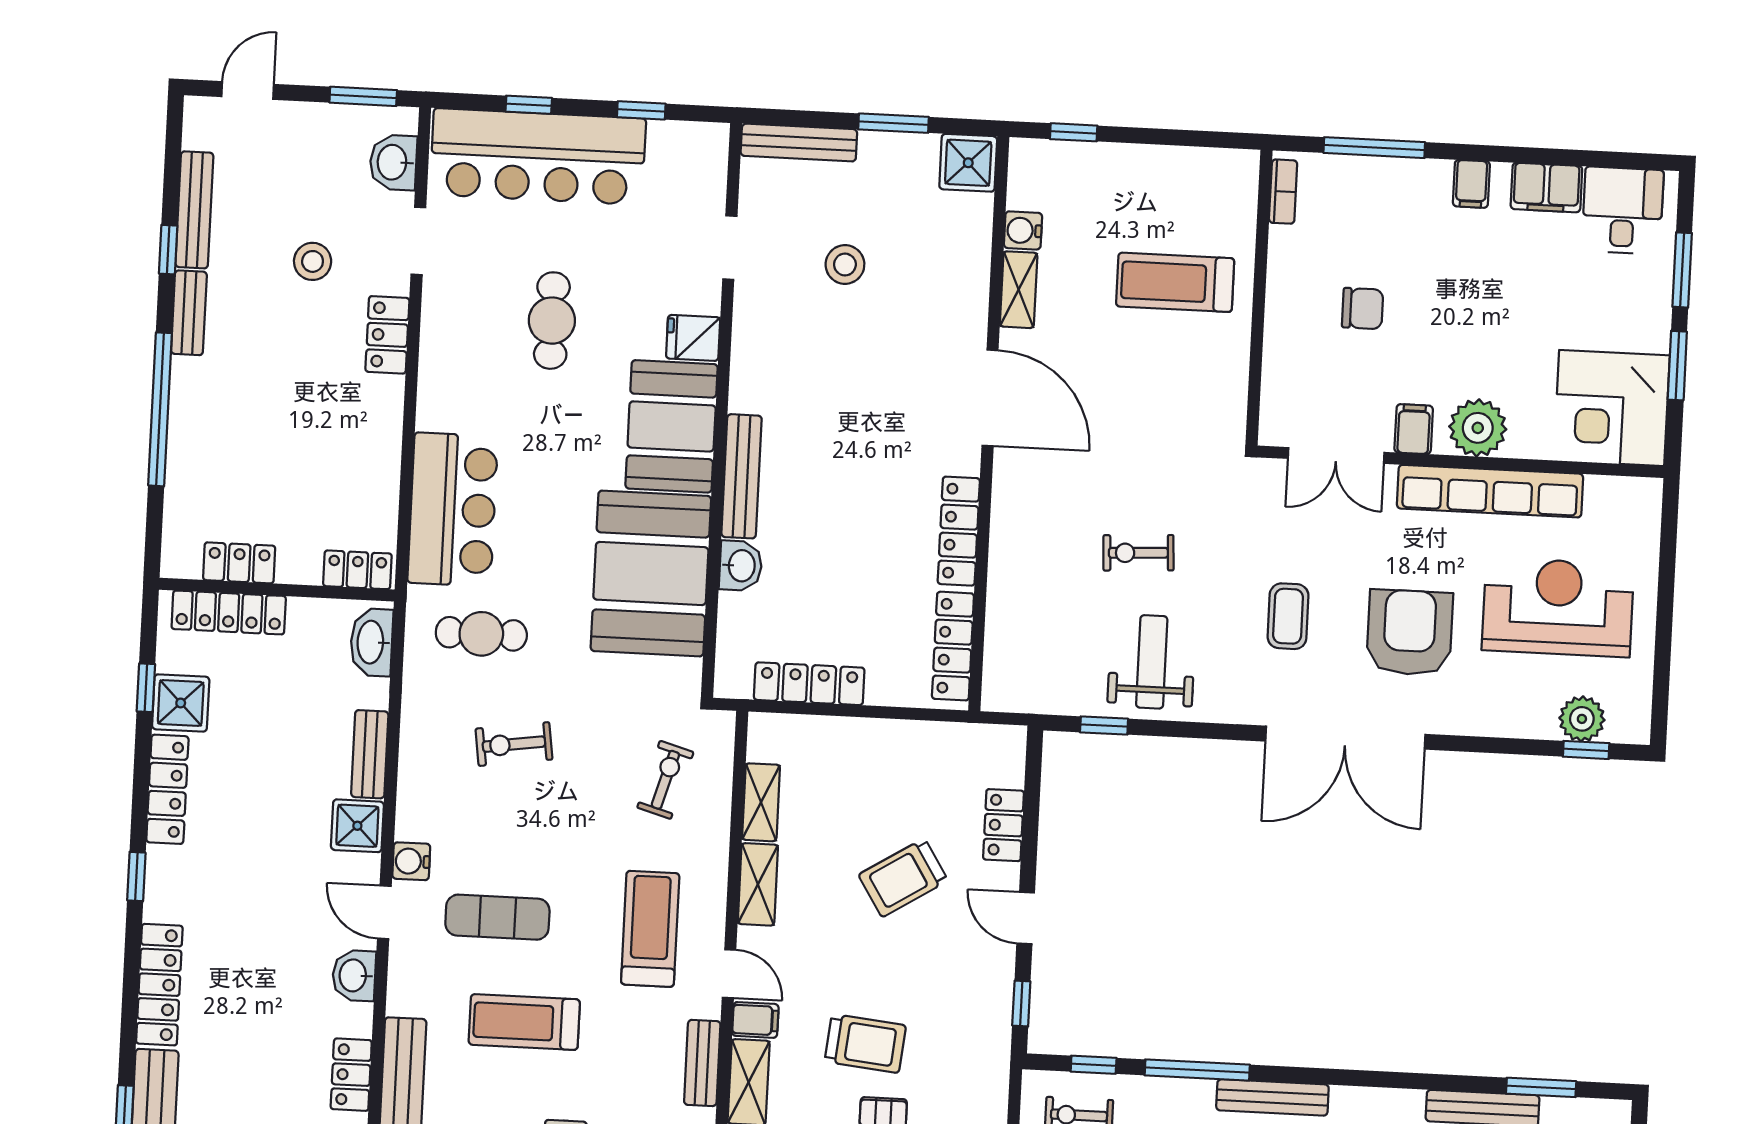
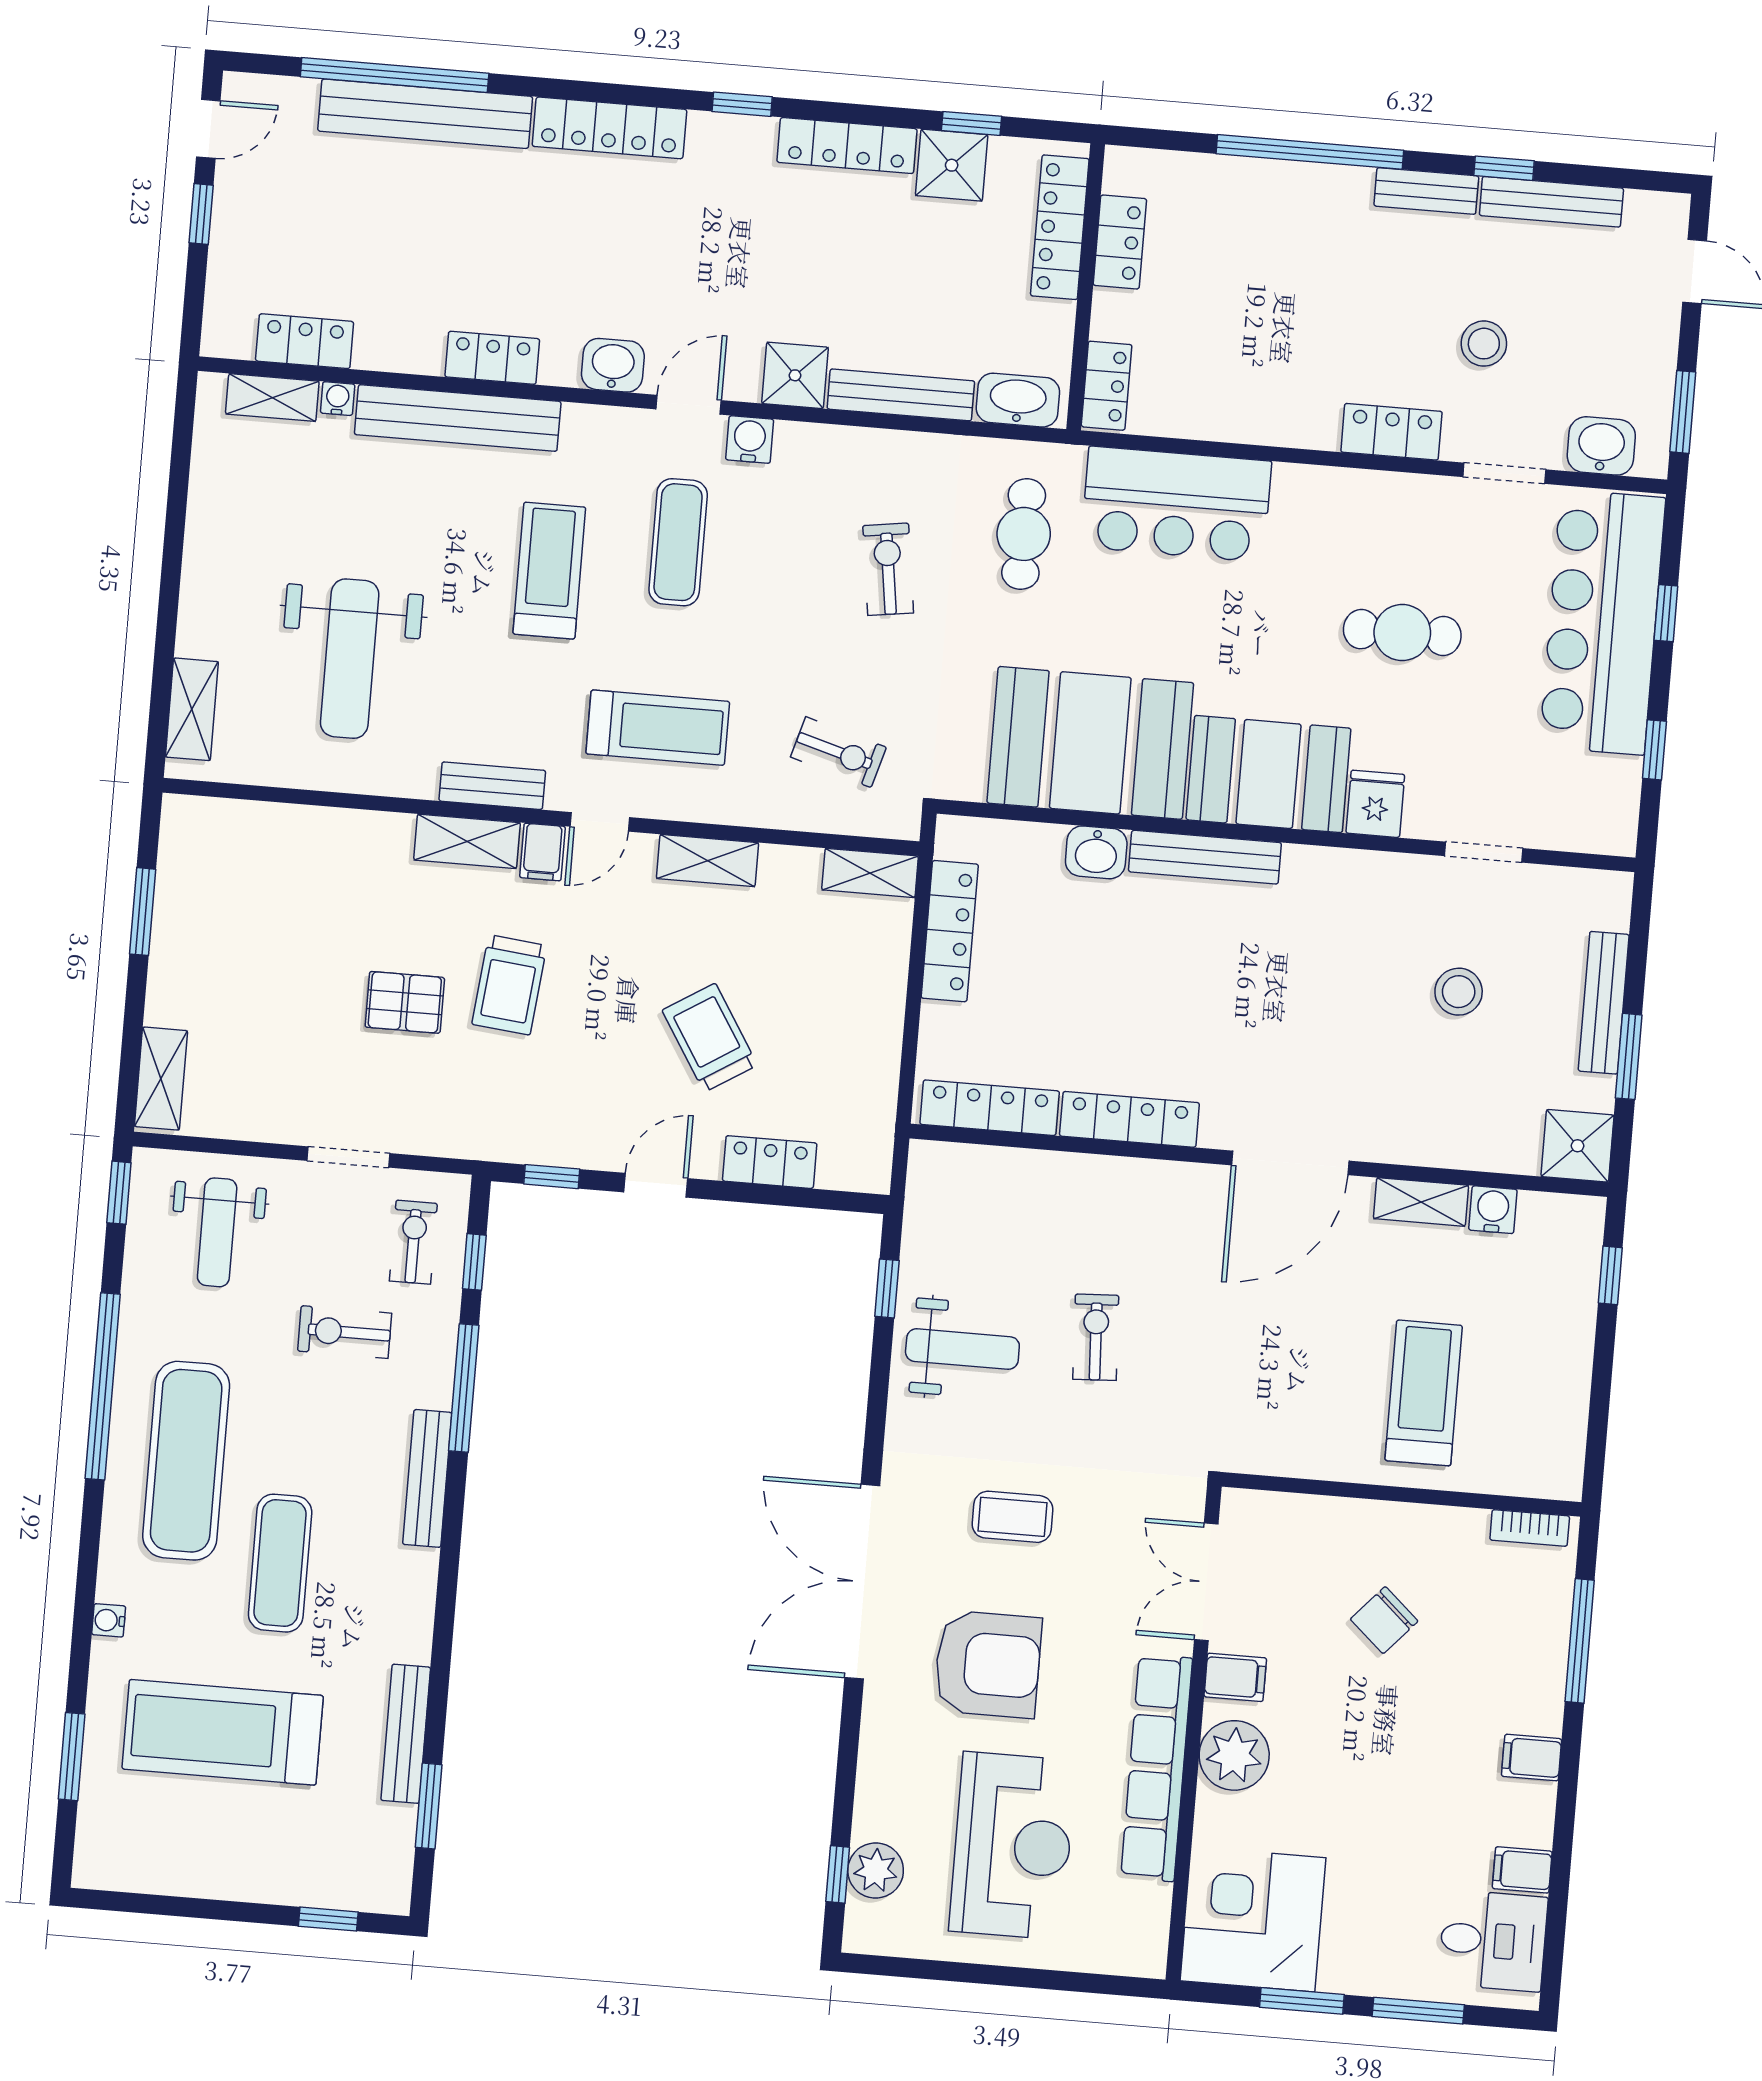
bench: (799, 143) -> (1604, 1003), moved
filing cabinet: (1546, 188) -> (1522, 1870), width x0.50
chair: (1363, 309) -> (1384, 1620), turned 42
bench: (370, 754) -> (901, 395), width x1.36
shelving: (761, 802) -> (870, 873), moved

